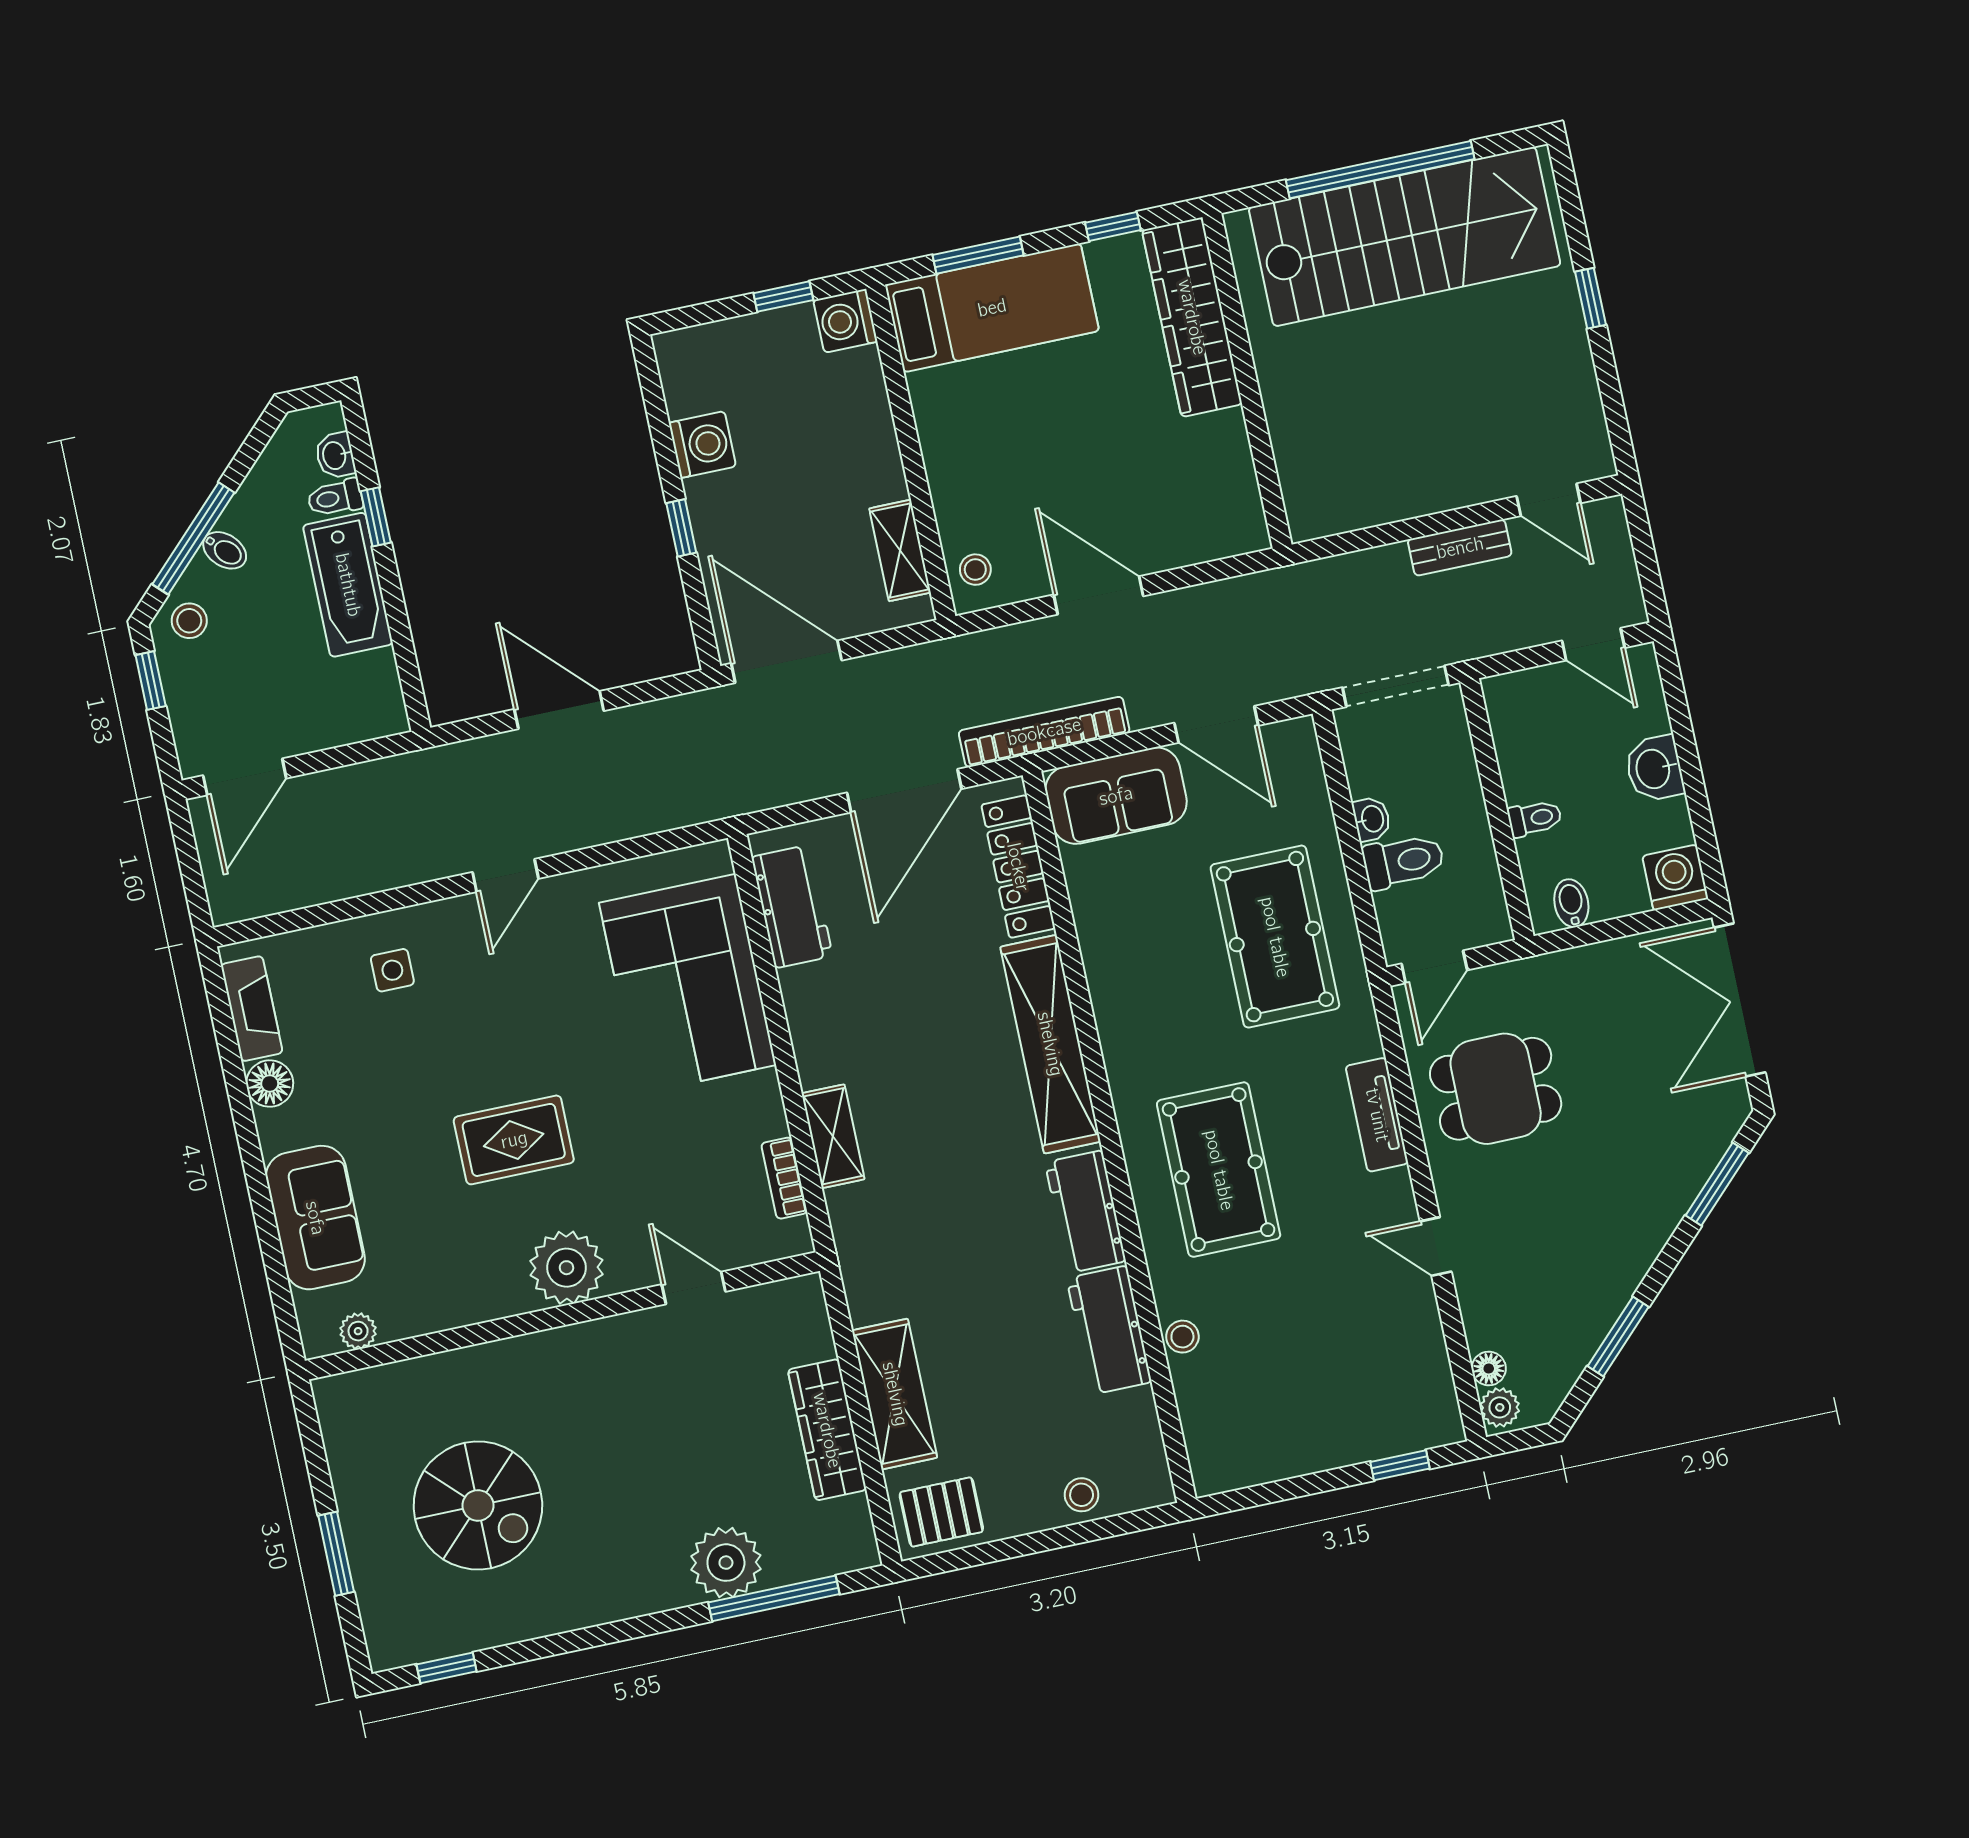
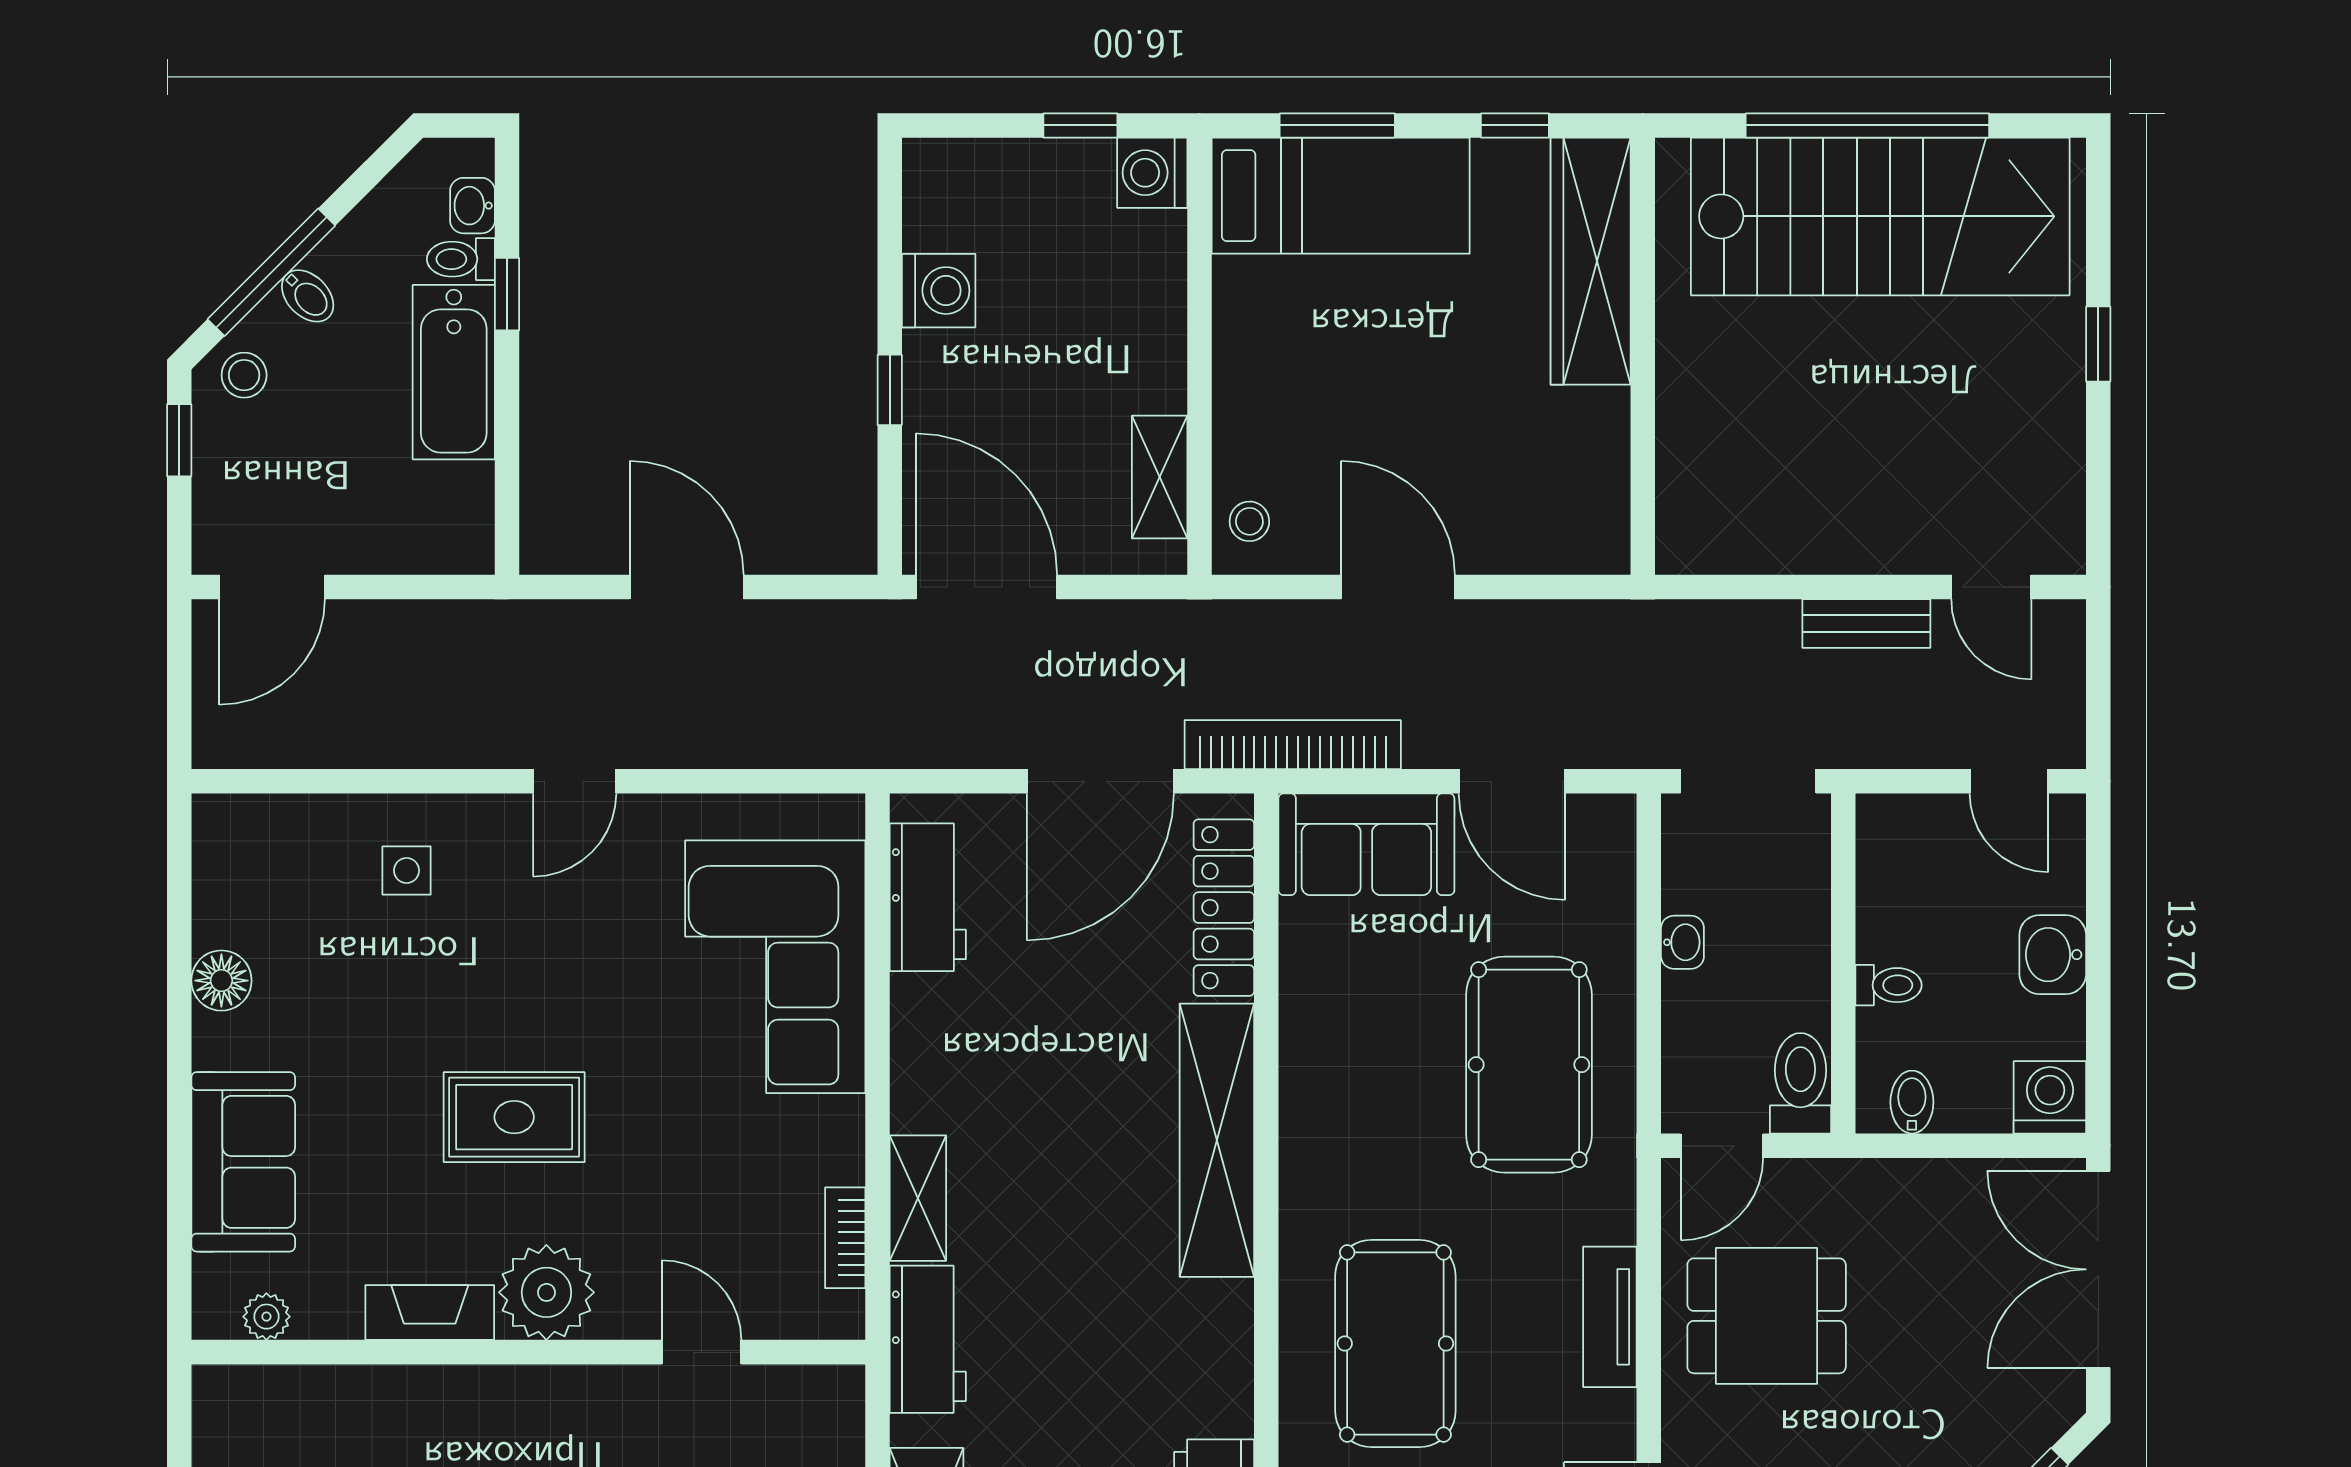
toilet: (1403, 861) -> (1800, 1083), moved, turned -90
fireplace: (252, 1009) -> (430, 1313), moved, turned -90
workbench: (1085, 1212) -> (928, 1339), moved, turned 180

